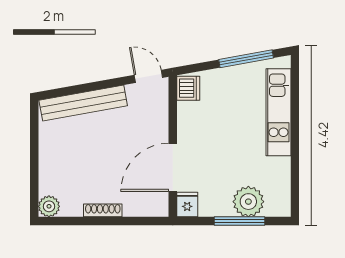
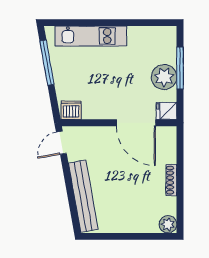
plant: (248, 202) -> (164, 77), moved

